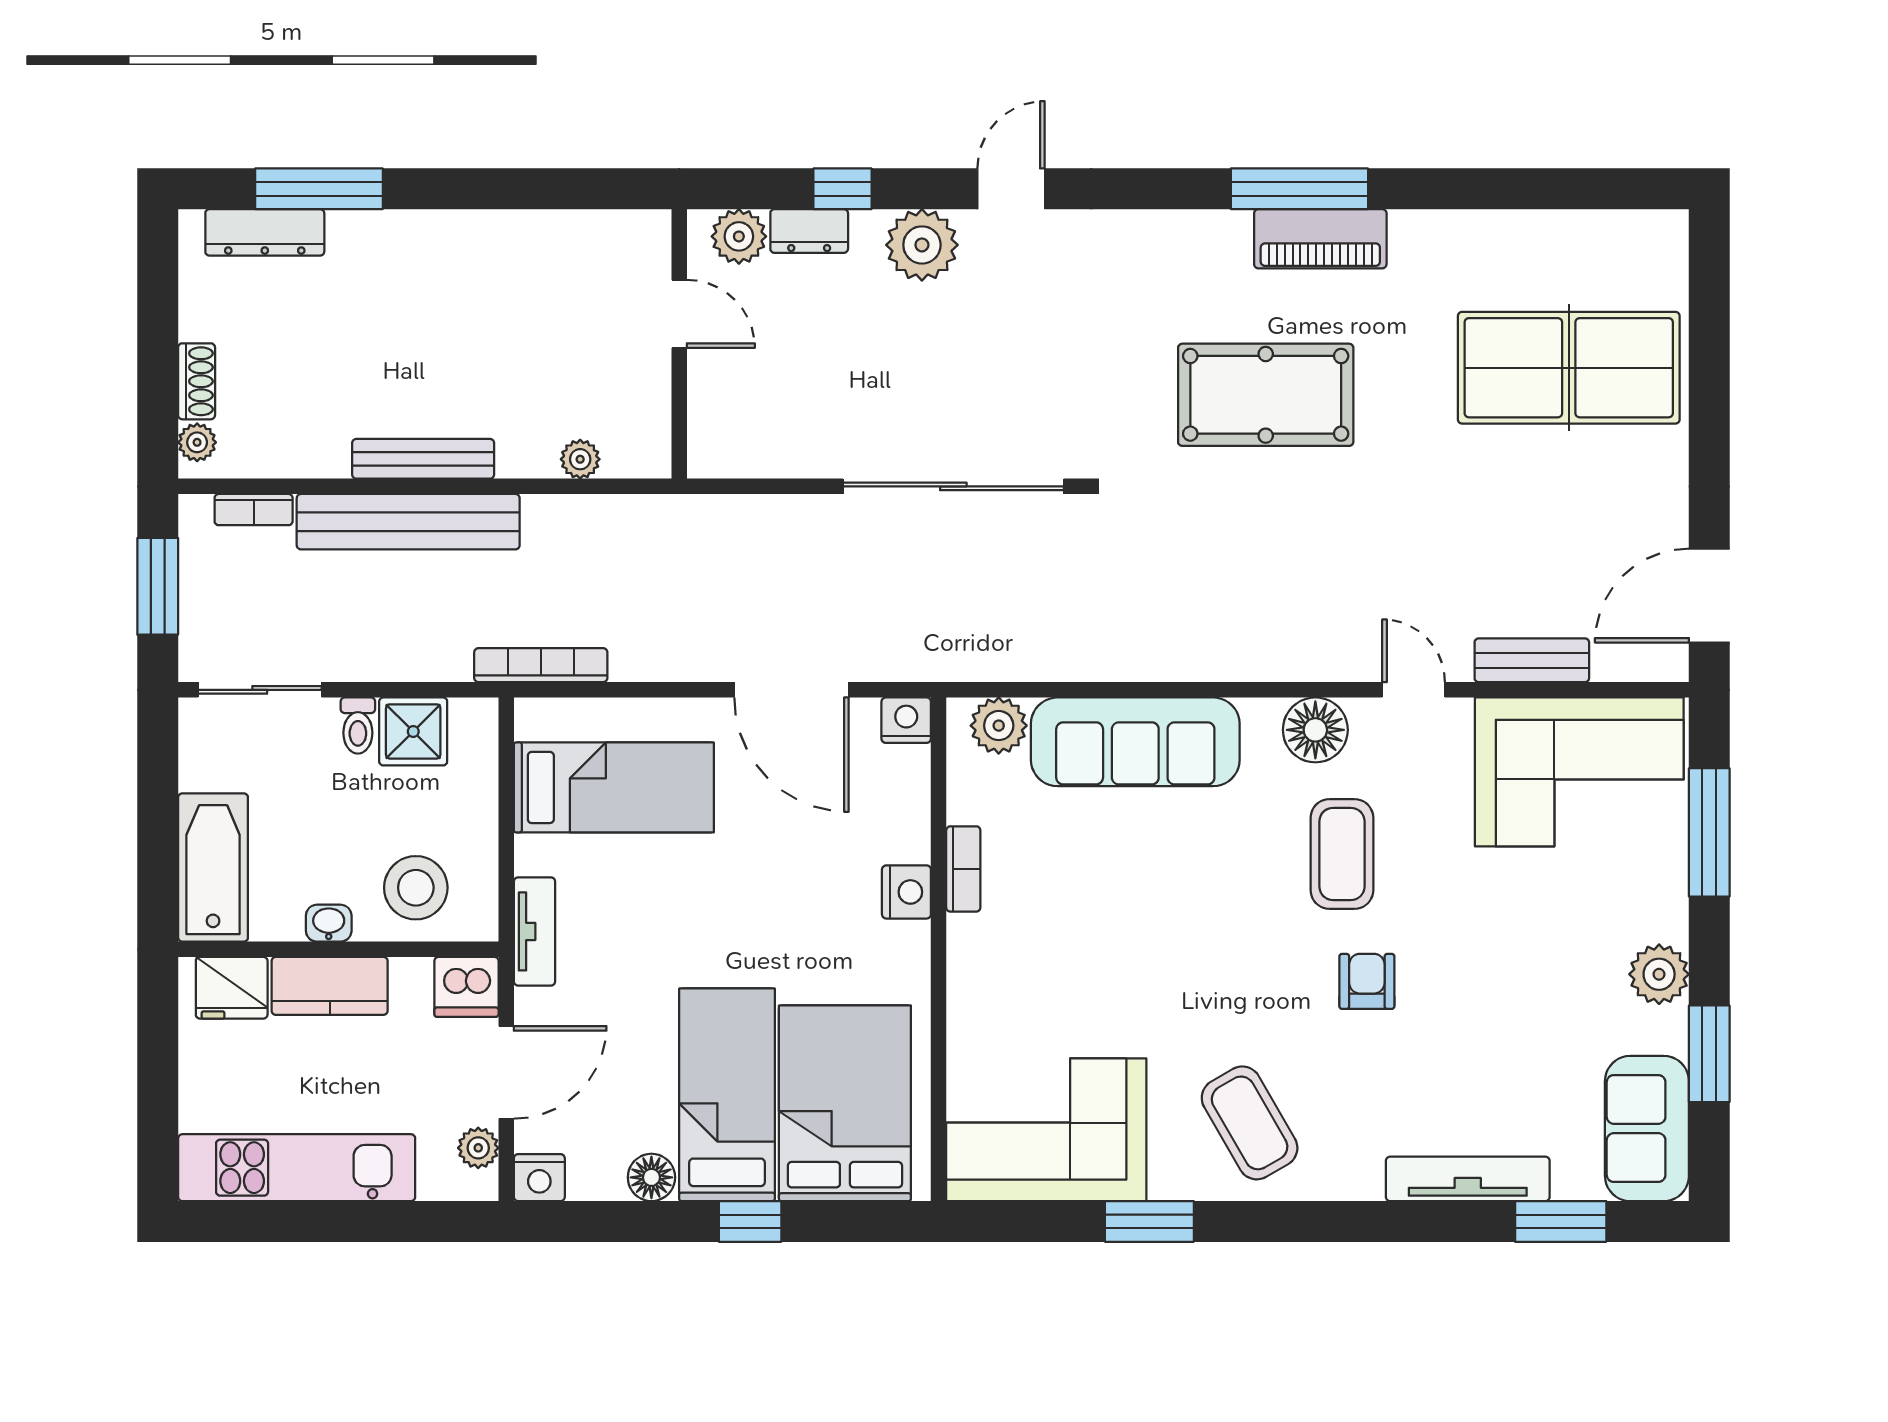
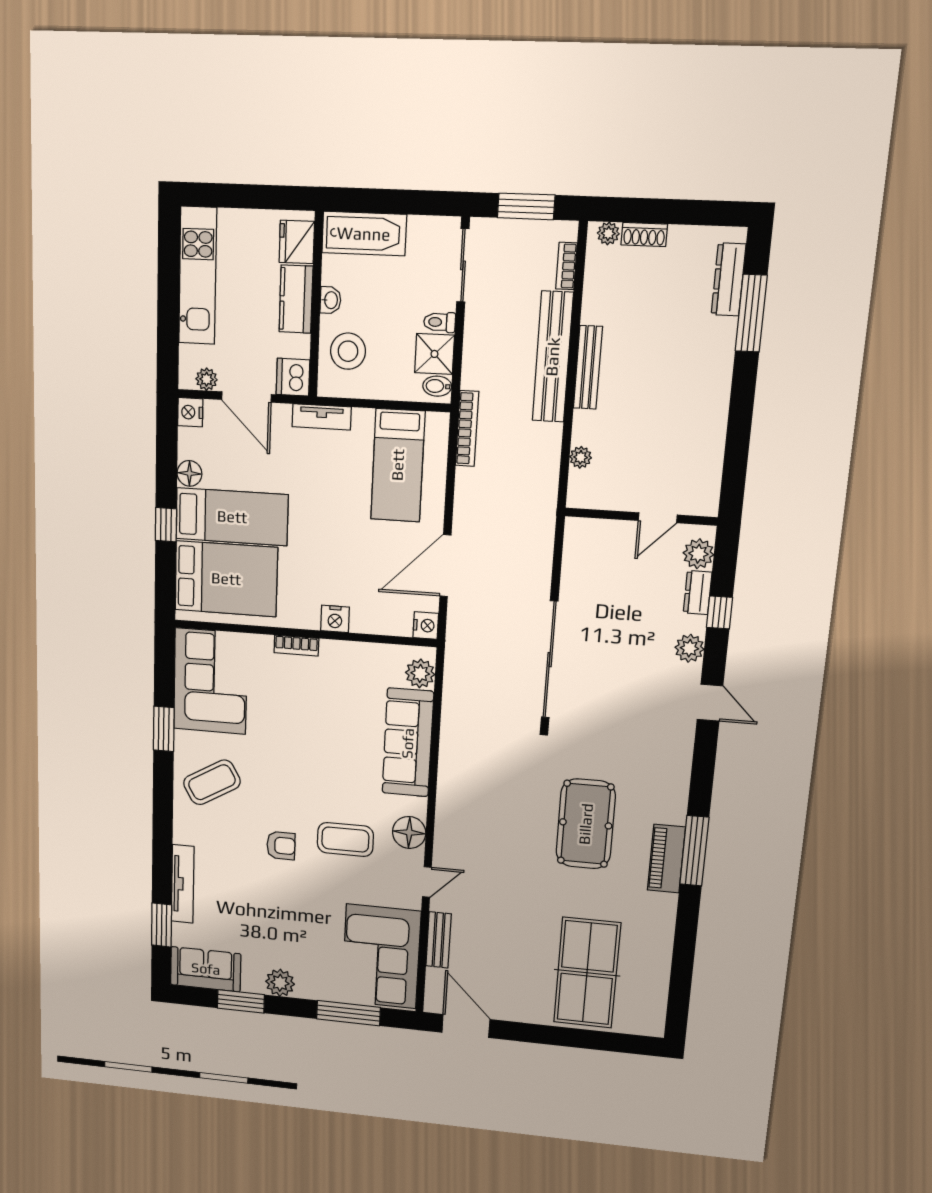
plant: (922, 245) -> (689, 648), width x0.73, depth x0.73
bidet: (469, 723) -> (437, 386), added
bookcase: (963, 869) -> (296, 646), moved

